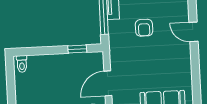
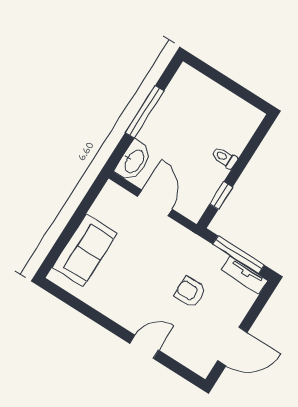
toilet: (22, 64) -> (224, 158), moved

